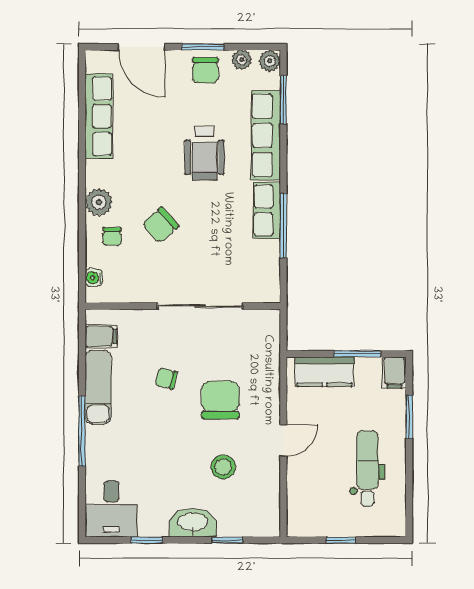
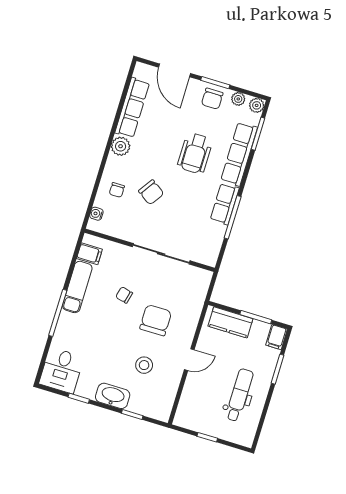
plant: (99, 202) -> (121, 146), moved
chair: (161, 225) -> (151, 192), turned -104

